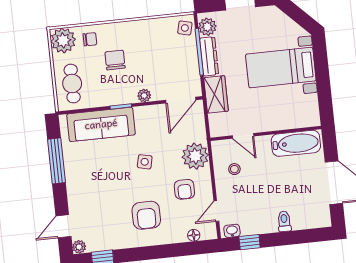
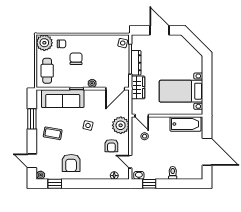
plant: (207, 27) -> (137, 44), removed
bed with nightstands: (281, 68) -> (181, 91), moved
door: (243, 136) -> (142, 116), moved
window: (56, 161) -> (32, 119), width x0.69
coffee table: (91, 180) -> (53, 133), added
door: (216, 211) -> (130, 162), hinge flipped
armchair: (146, 215) -> (71, 163), moved
door: (63, 226) -> (32, 161), hinge flipped

